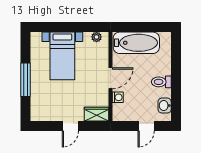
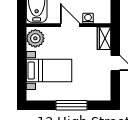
plant: (96, 37) -> (35, 38), width x1.87, depth x1.87

